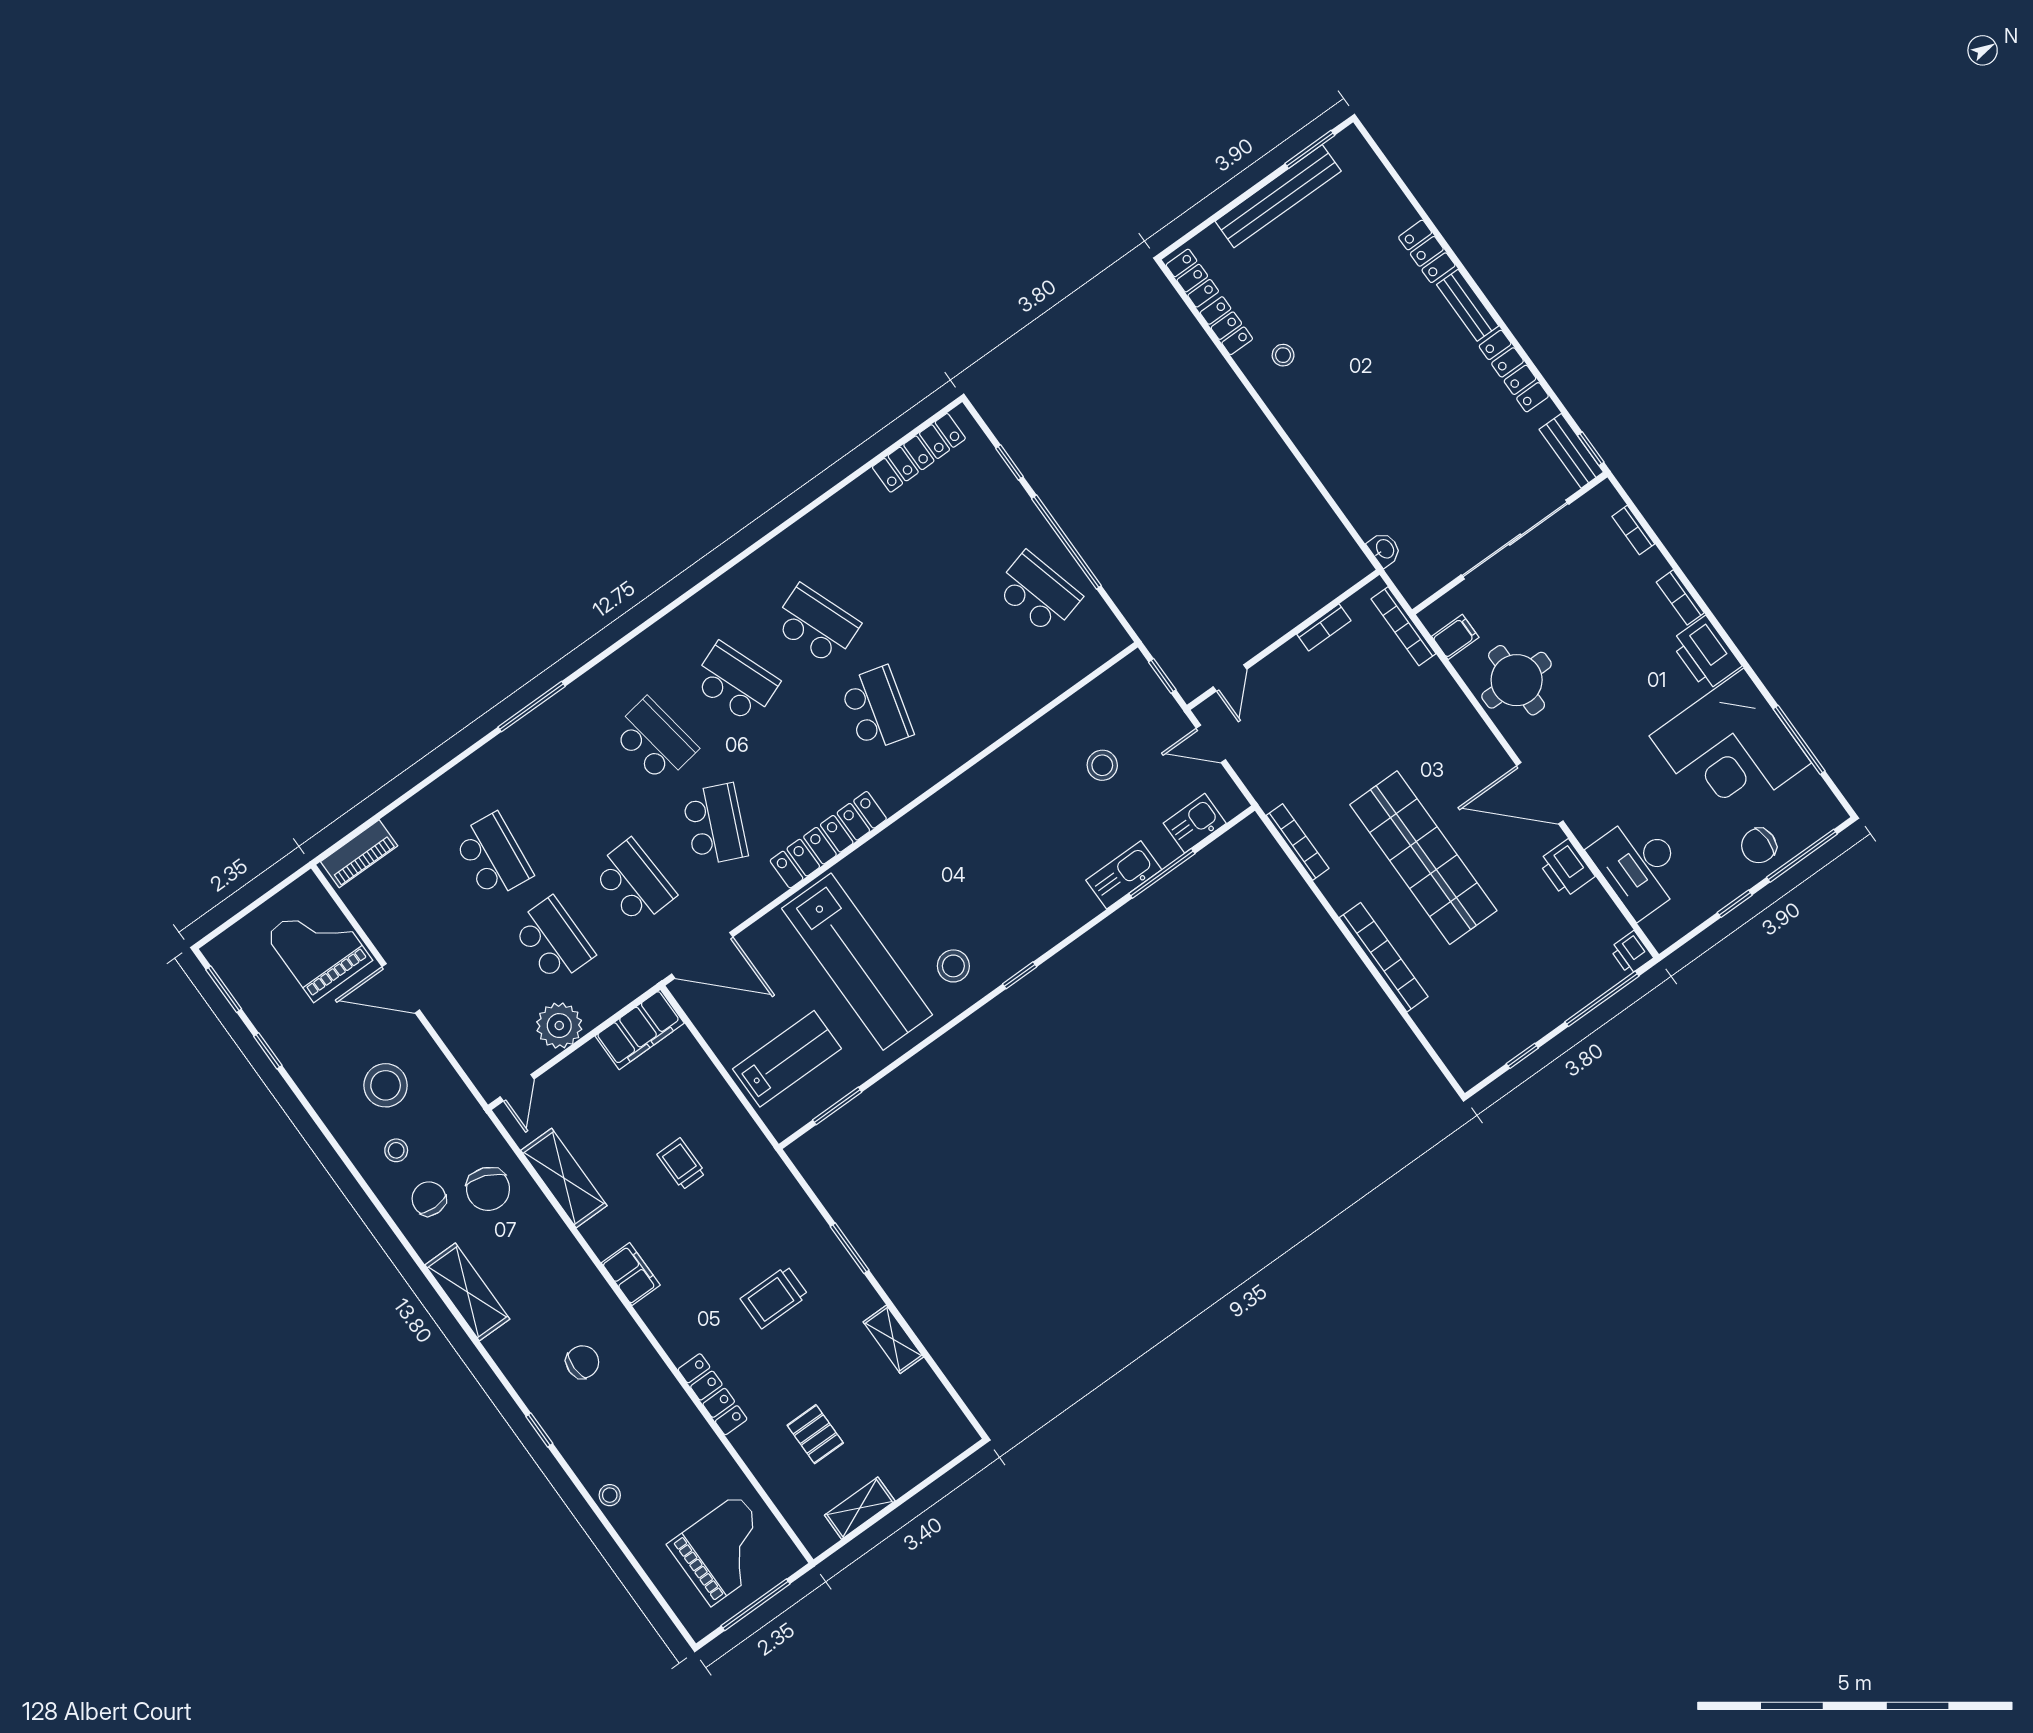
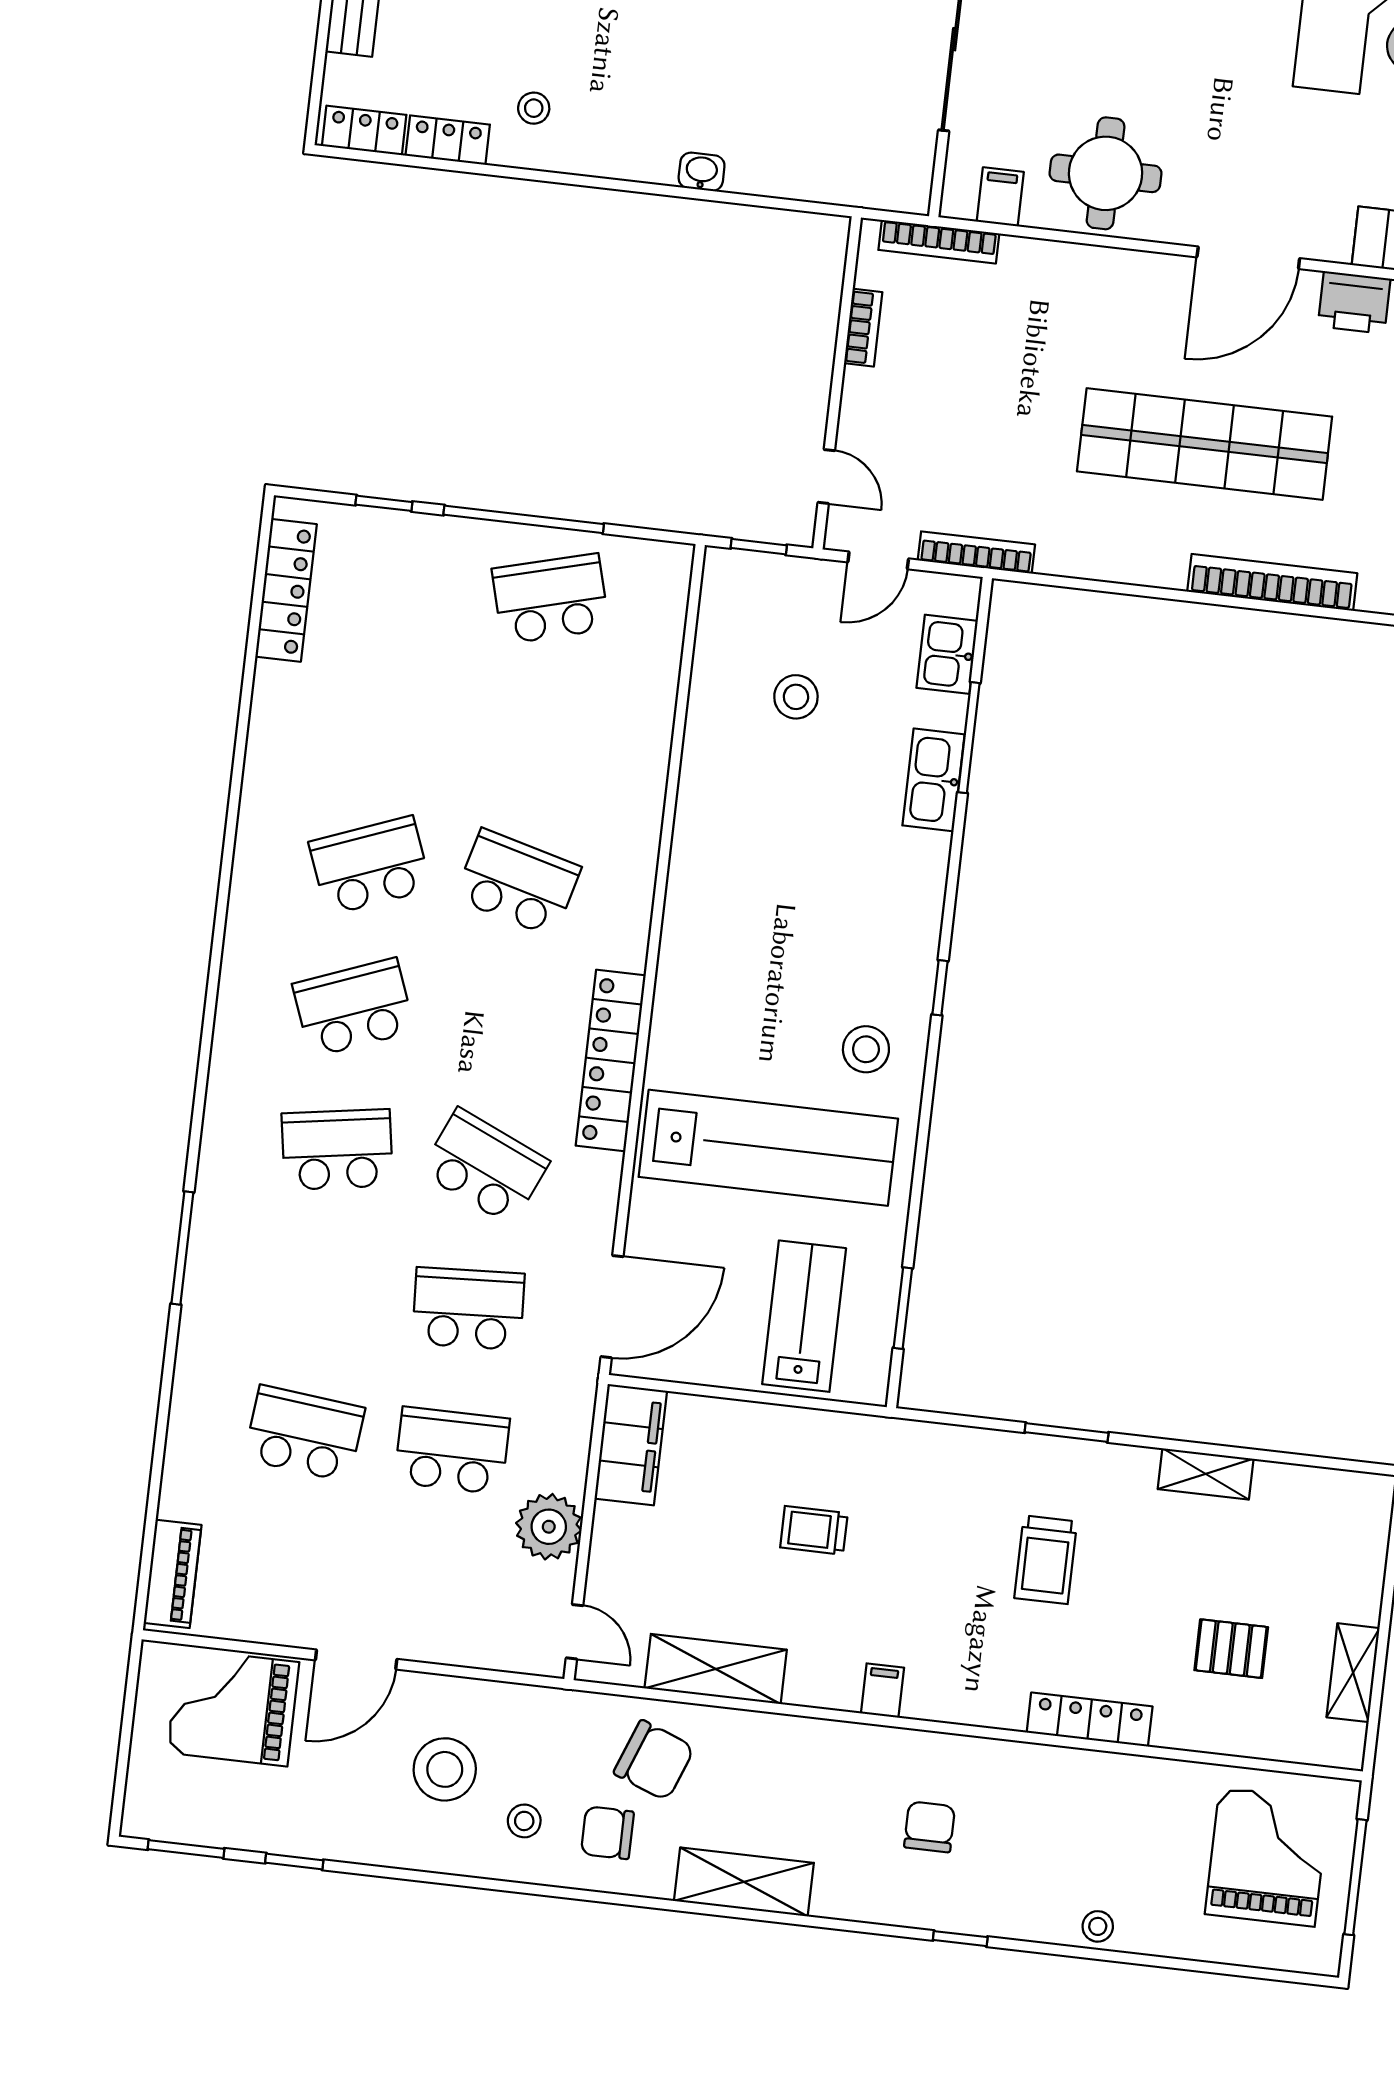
washbasin: (1384, 549) -> (702, 172), moved
bookcase: (1298, 842) -> (976, 552), moved
filing cabinet: (631, 1274) -> (882, 1691), width x0.50

